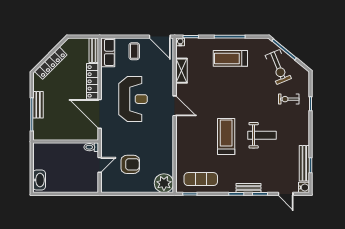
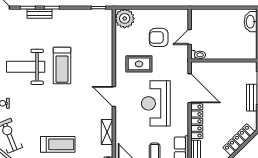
weight bench: (262, 135) -> (26, 67), width x1.36, depth x1.33
rug: (150, 138) -> (139, 64), added
exercise mat: (201, 179) -> (88, 23), removed

